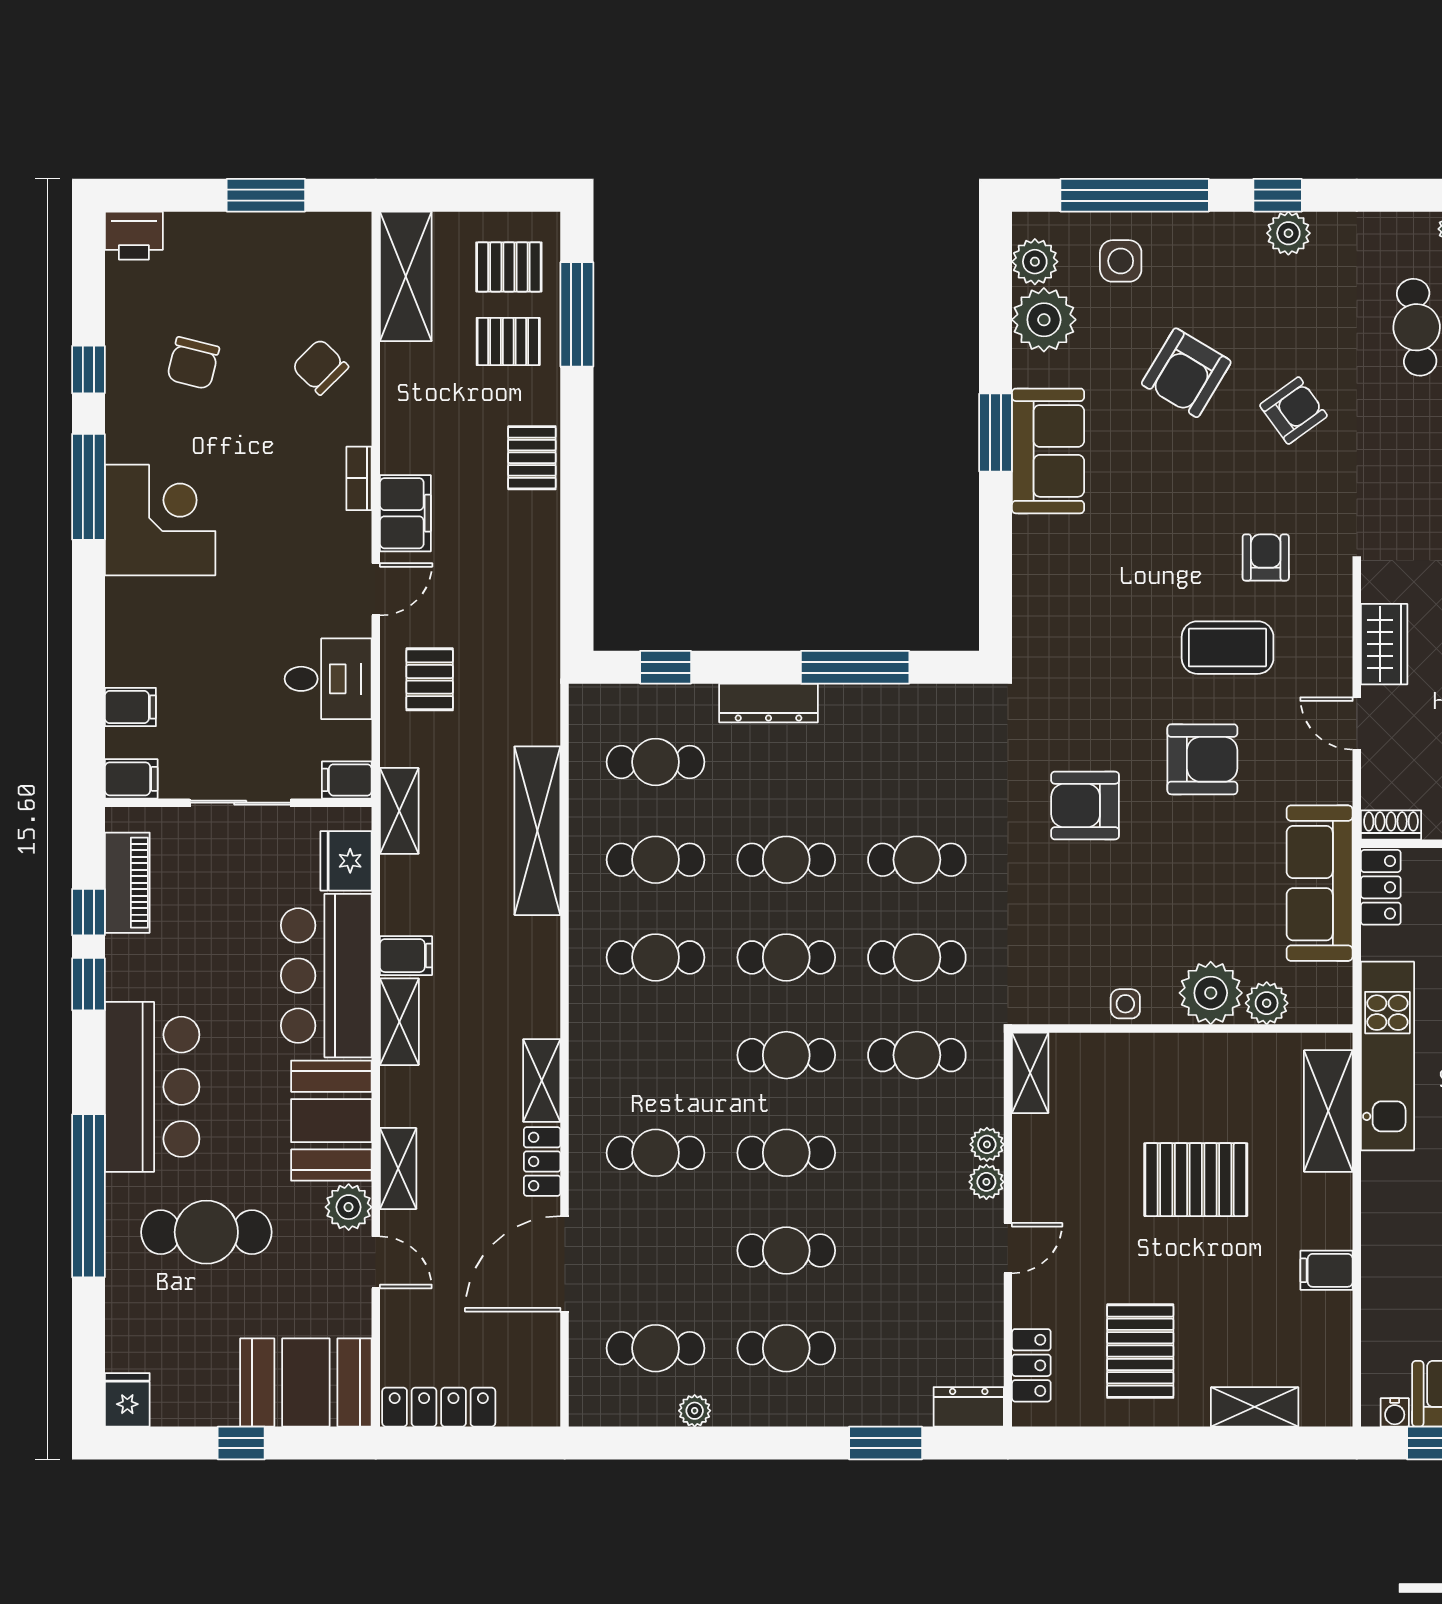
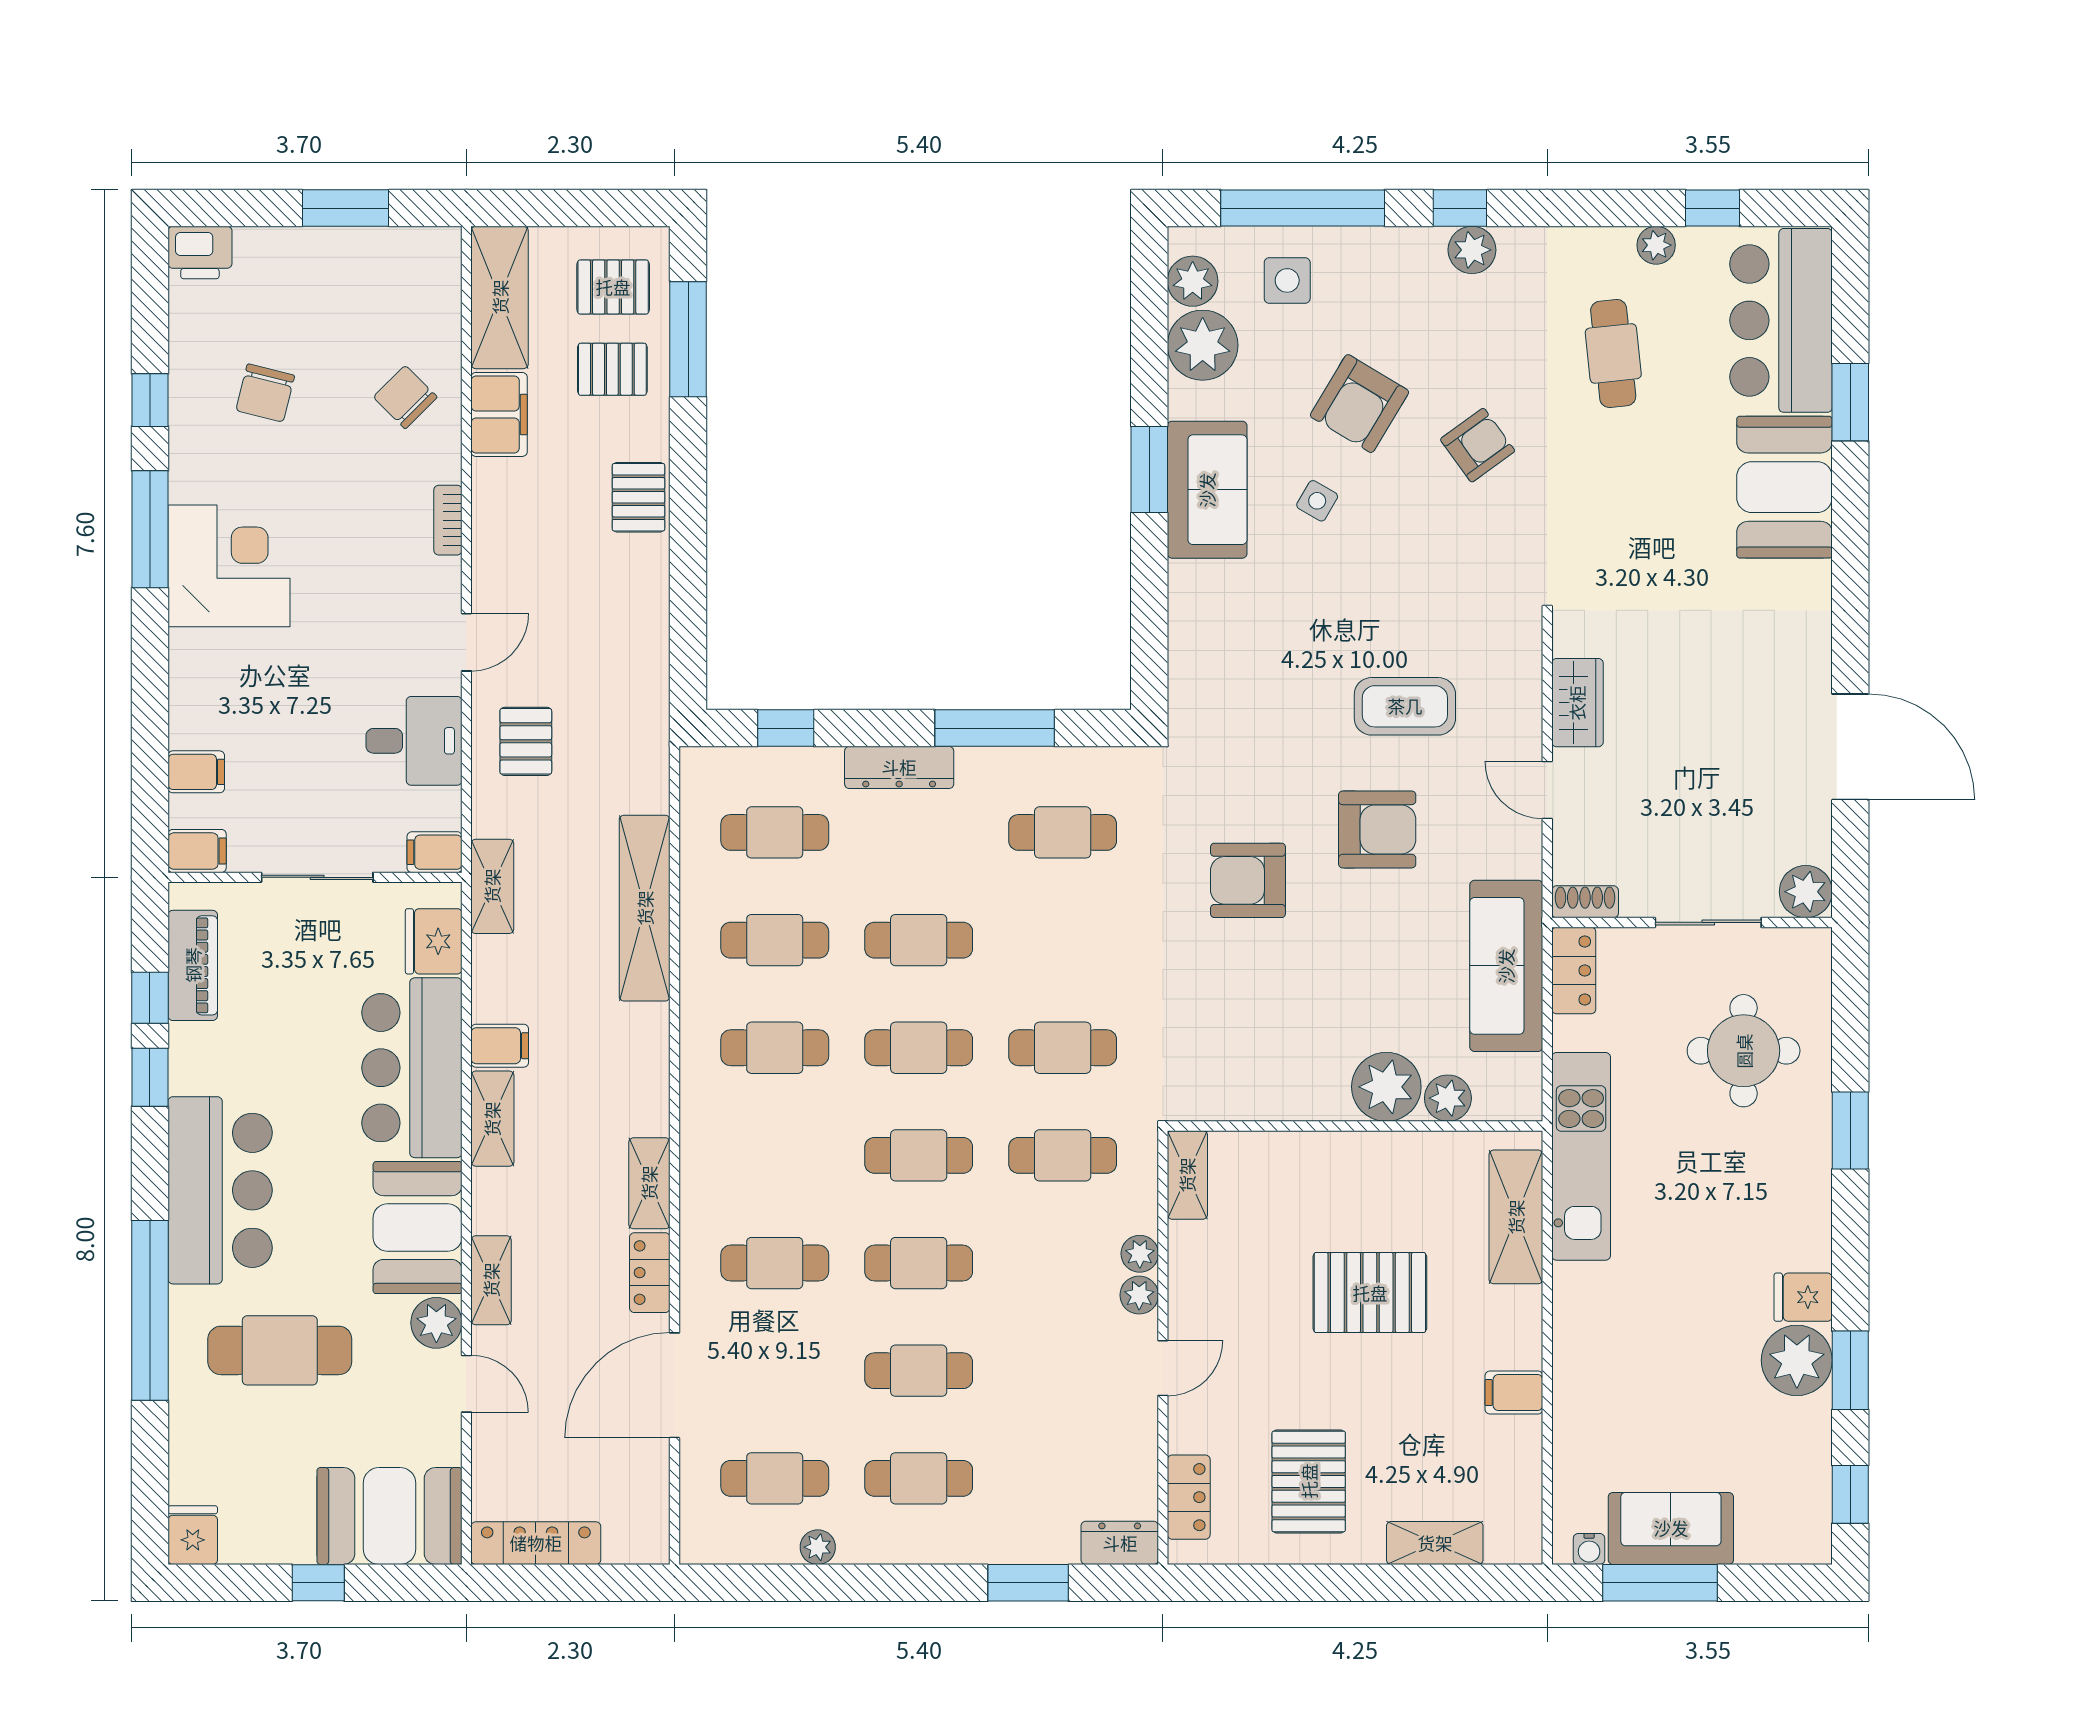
filing cabinet: (405, 513) -> (499, 414), moved
armchair: (1266, 557) -> (1447, 607), removed
cafe table: (917, 860) -> (1063, 832), moved
side table: (1125, 1004) -> (1317, 501), moved, turned 30

